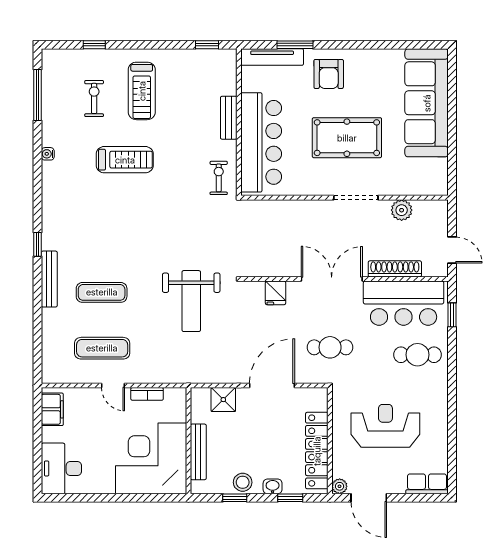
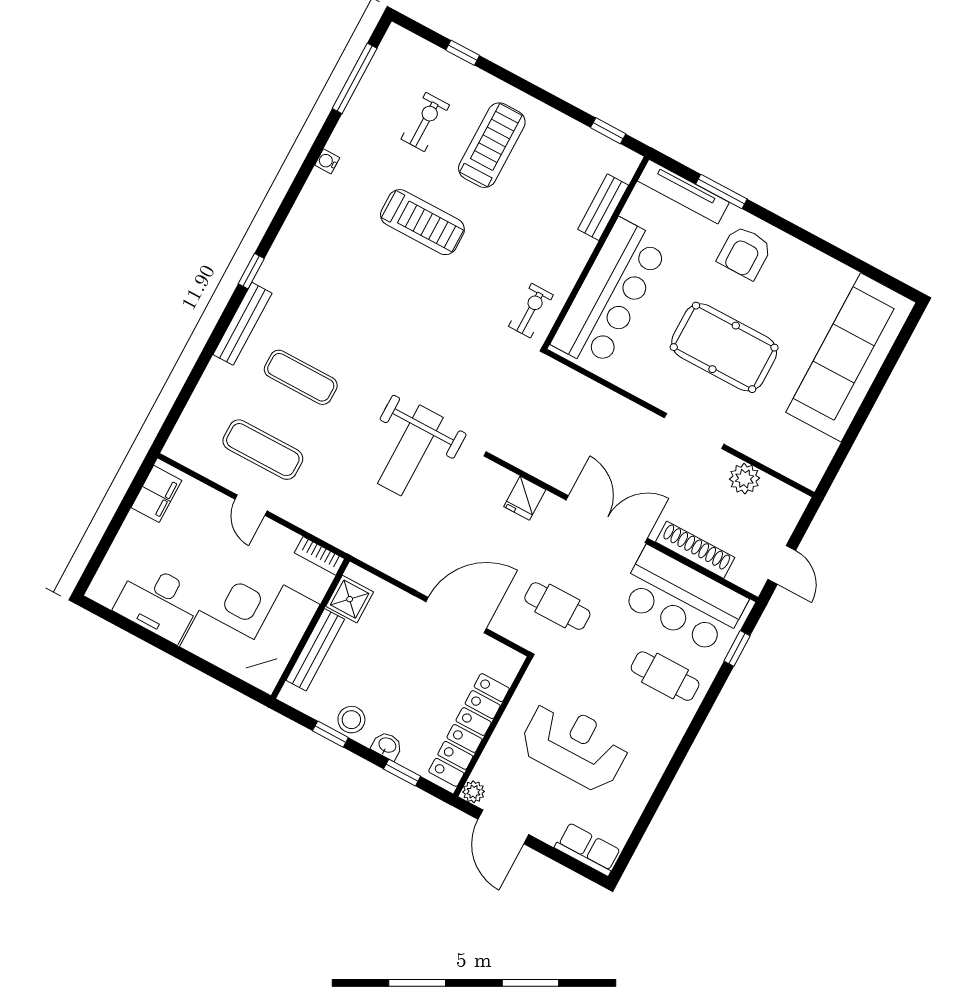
treadmill: (142, 91) -> (492, 145), turned 180
bench: (229, 118) -> (603, 207), moved
bookcase: (147, 394) -> (319, 556), moved
shower: (223, 400) -> (350, 599), moved
desk: (61, 468) -> (158, 602), moved, turned -90

